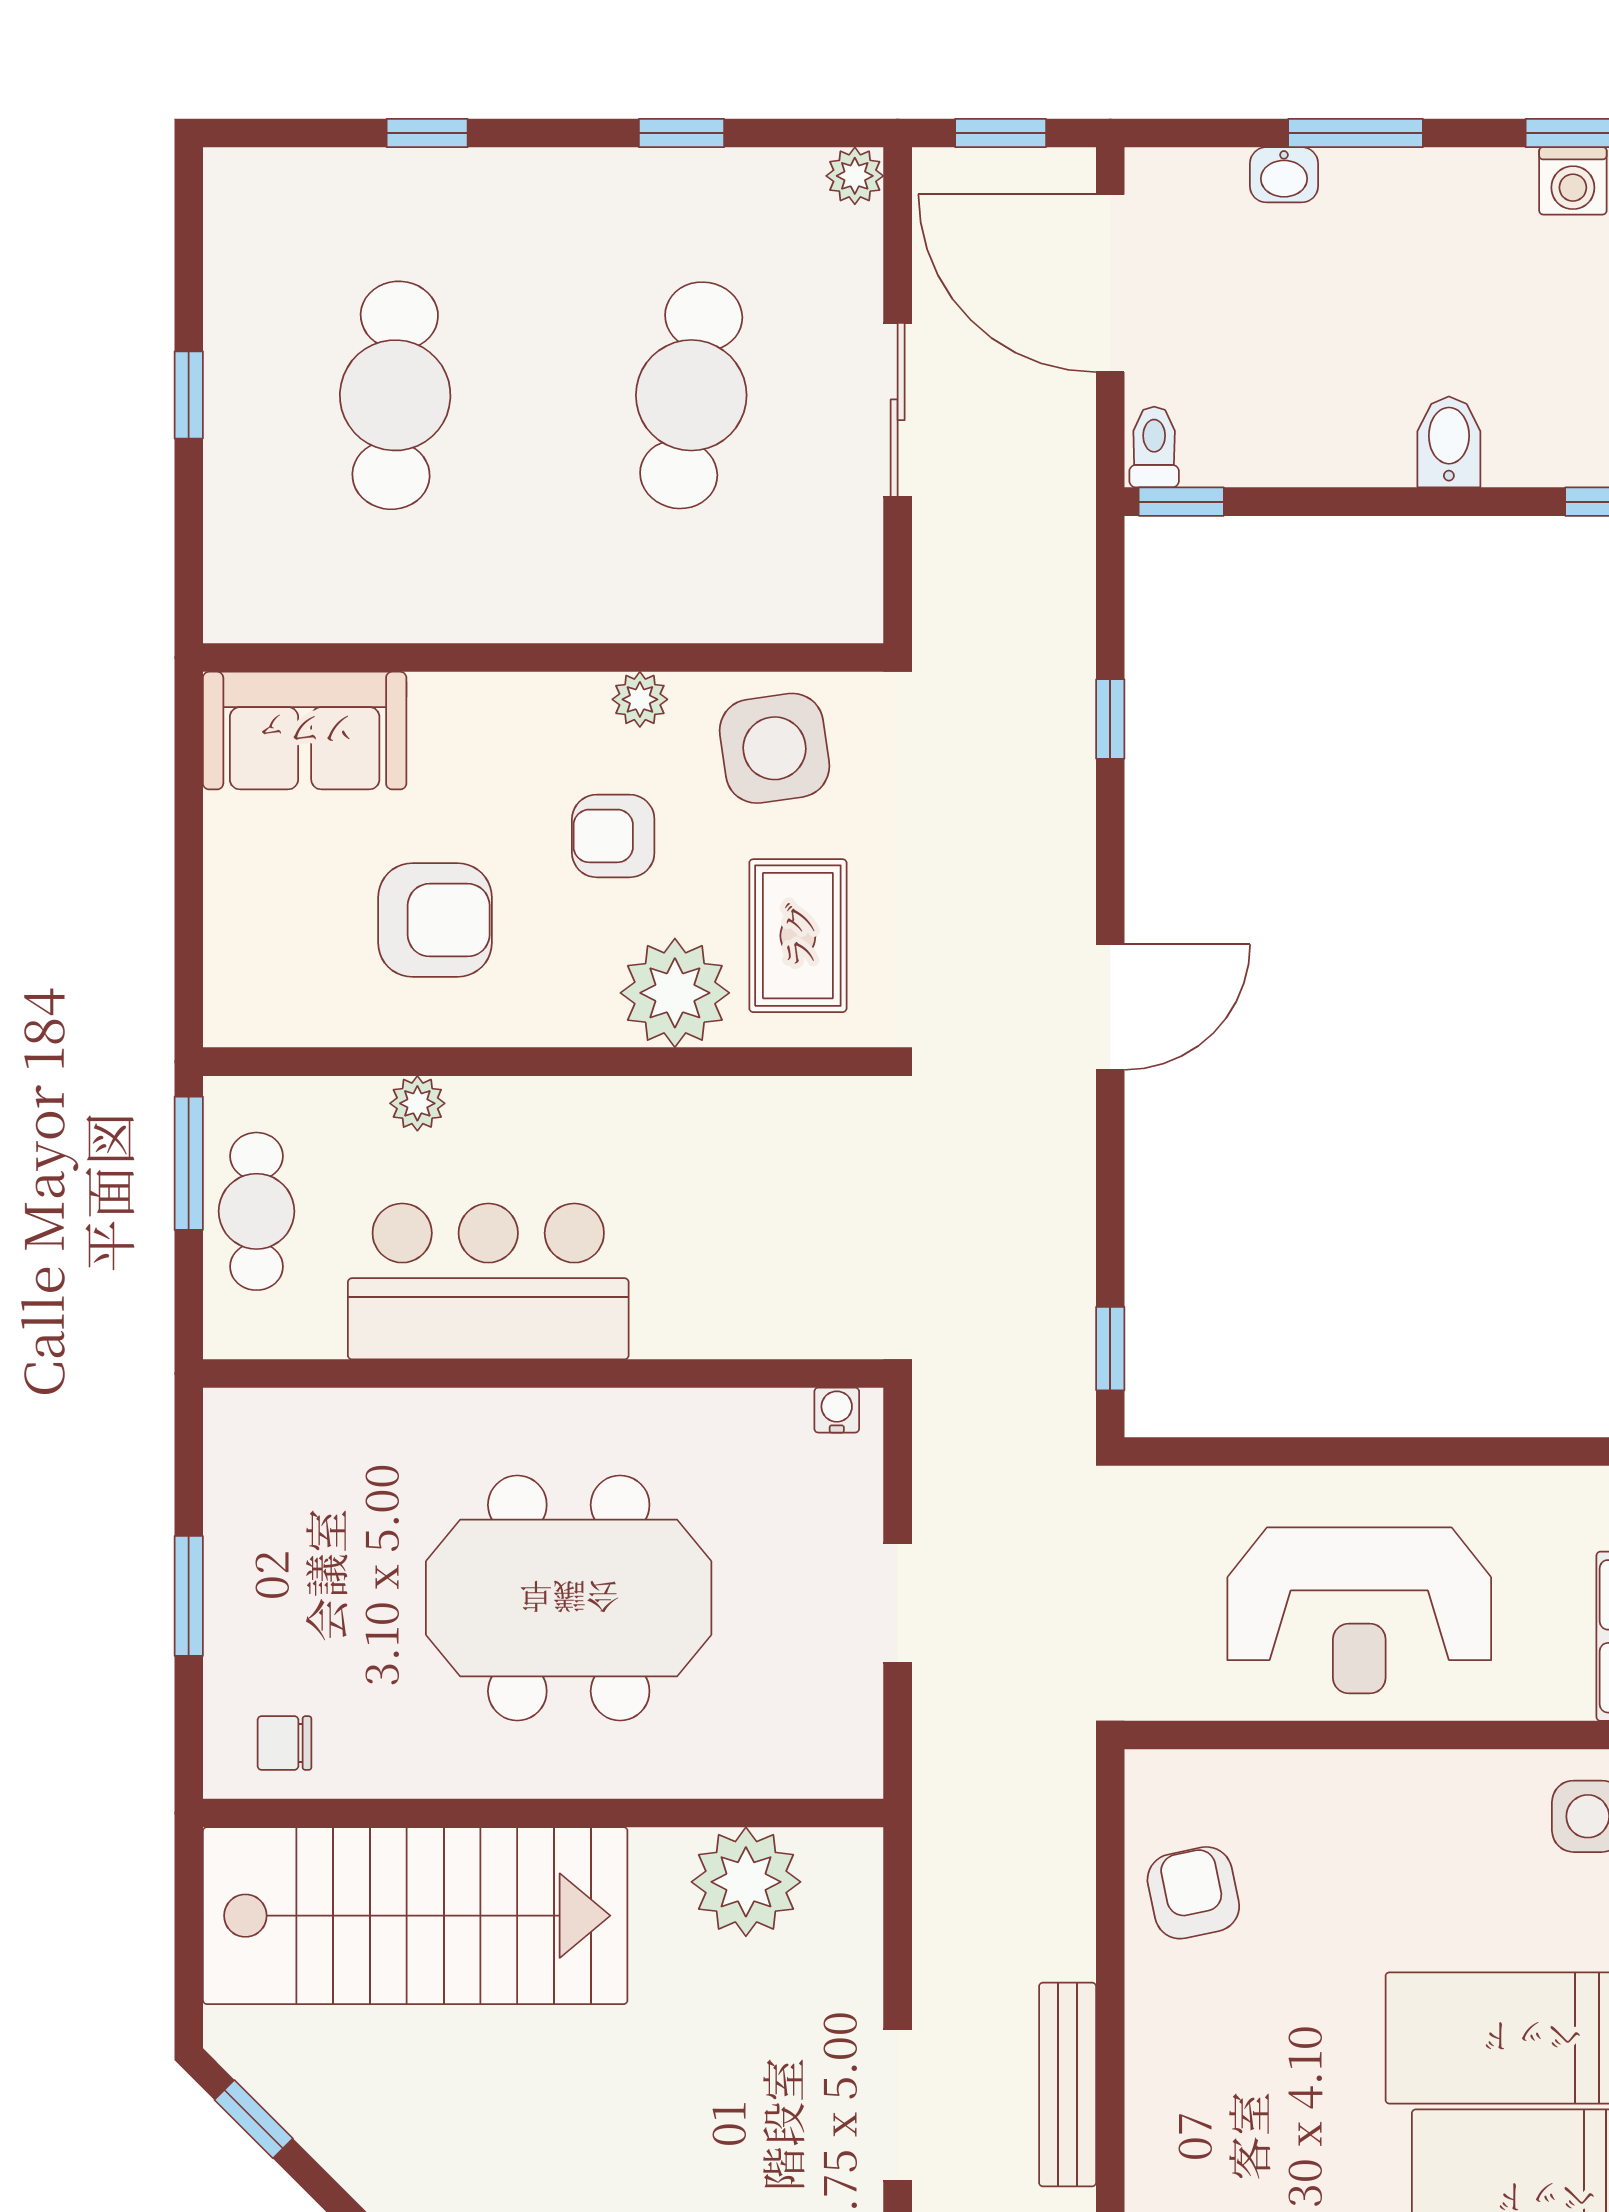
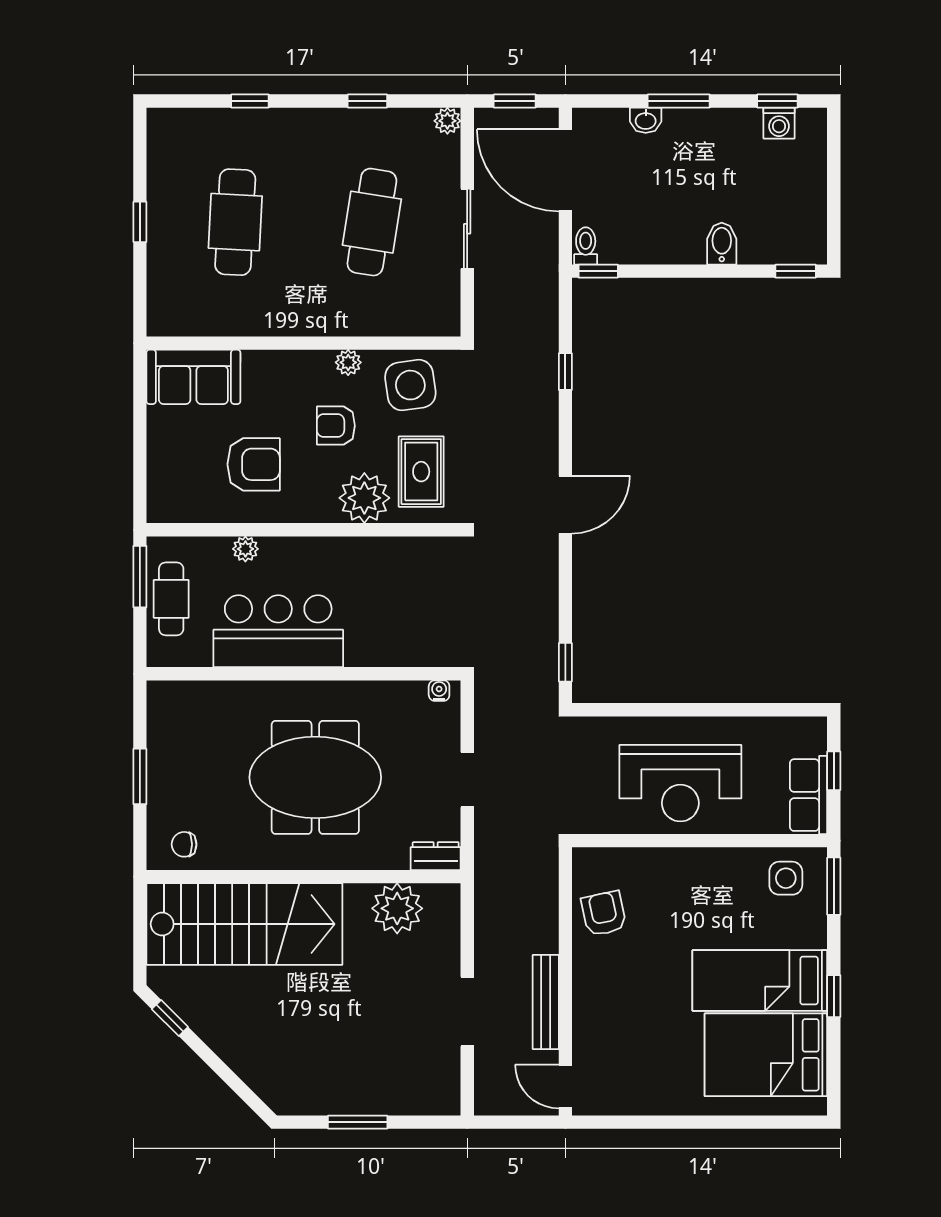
dresser: (829, 1768) -> (436, 856), added

